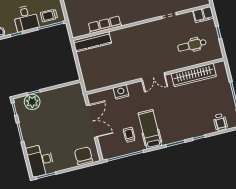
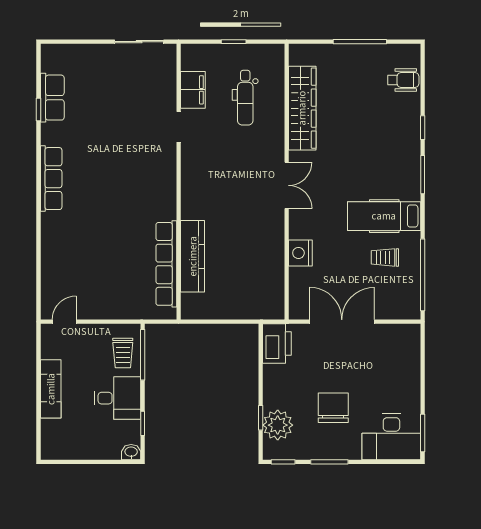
filing cabinet: (203, 15) -> (193, 90), moved
row of seats: (105, 25) -> (166, 264), width x1.36
kitchen counter: (92, 42) -> (193, 256), moved
printer: (73, 91) -> (277, 344), added
chair: (83, 156) -> (333, 408), moved, turned 90

